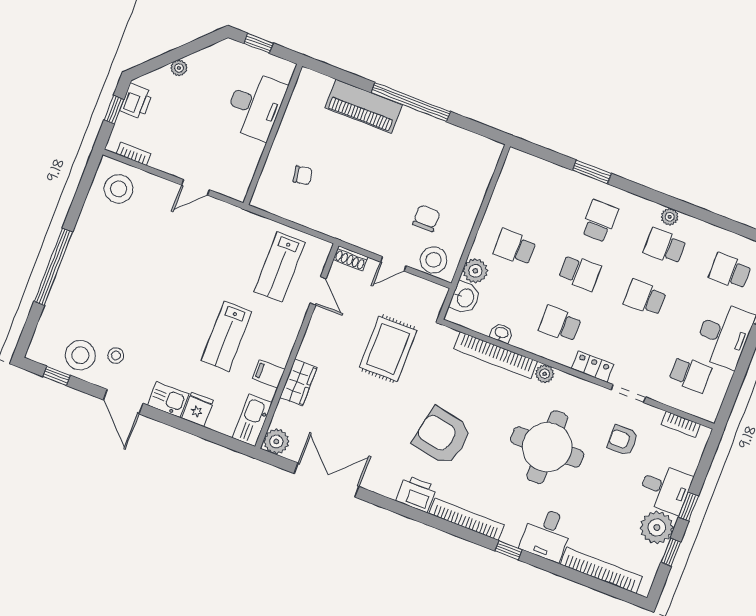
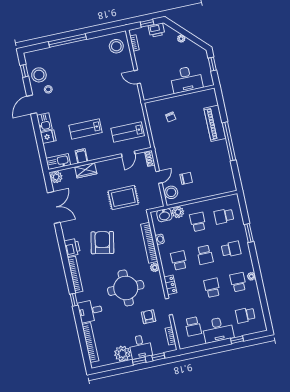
school desk: (535, 196) -> (224, 216), added
door: (393, 264) -> (159, 177), swing flipped
school desk: (730, 271) -> (245, 315), turned -90
window: (671, 552) -> (158, 357), moved

